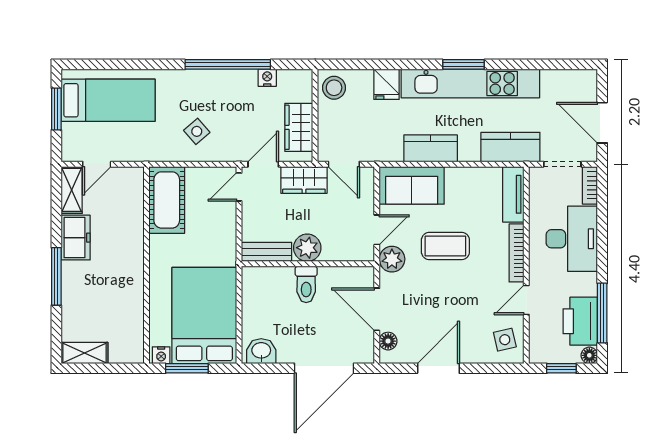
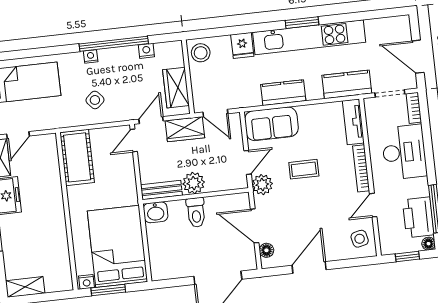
nightstand: (197, 77) -> (91, 56), added
coffee table: (445, 246) -> (304, 169), width x0.73, depth x0.77
washbasin: (261, 351) -> (156, 212), moved, turned 180

